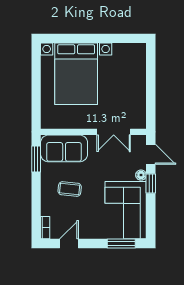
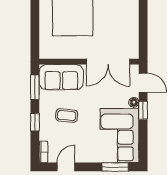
double door: (114, 132) -> (108, 62), width x1.37
window: (36, 196) -> (35, 122), added

